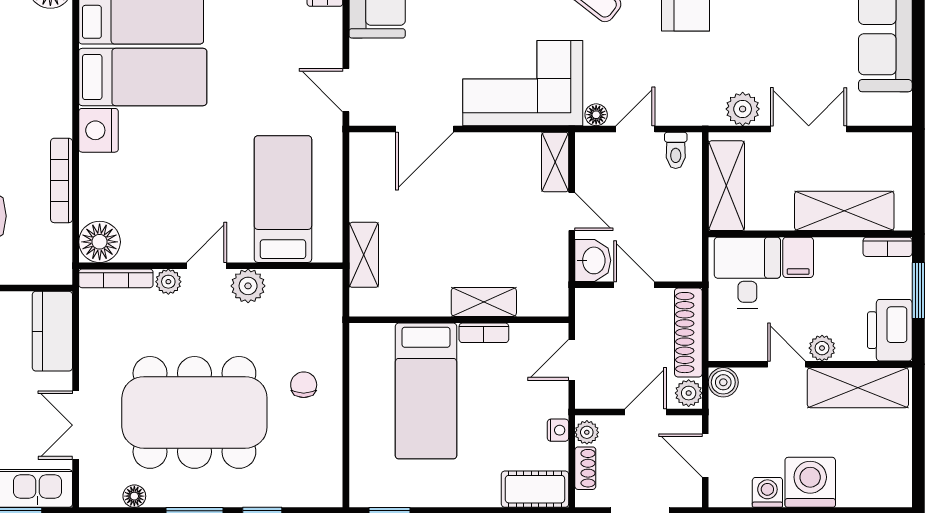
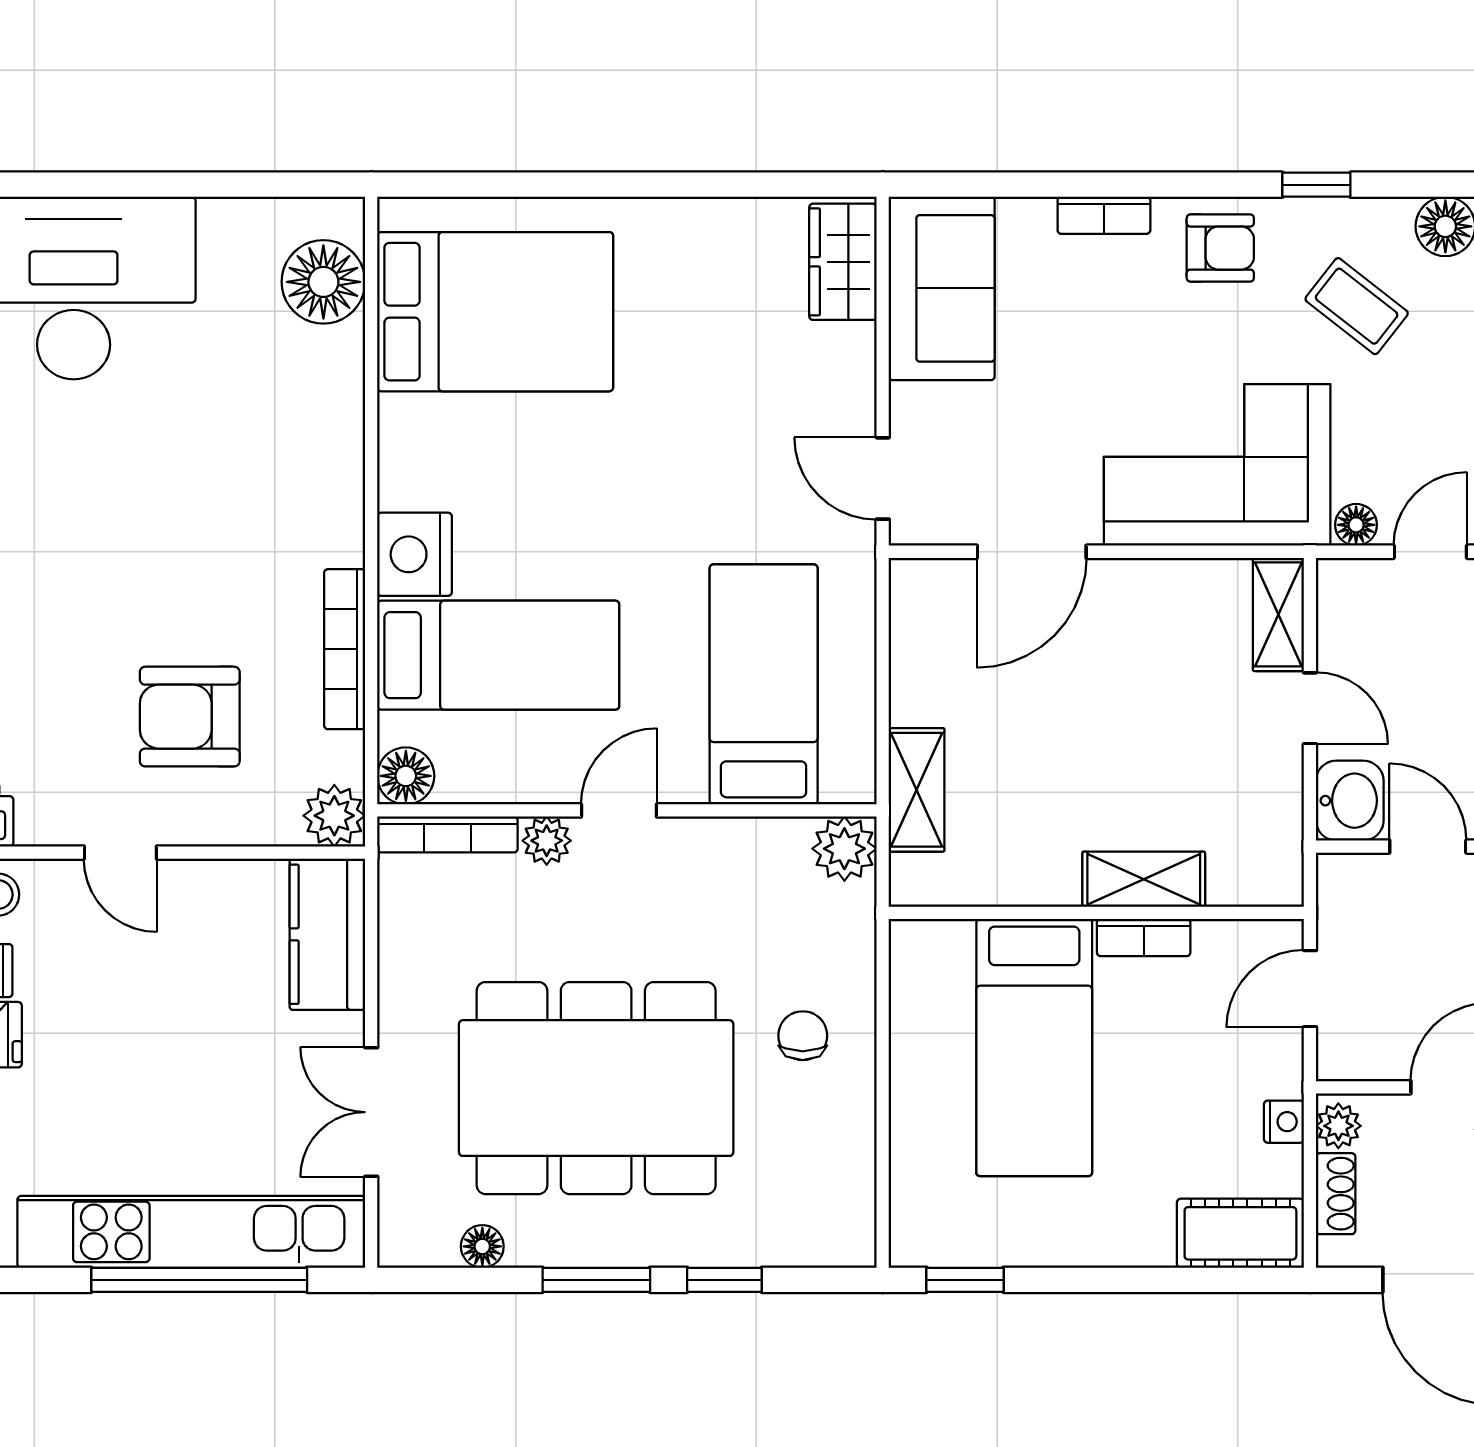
bed: (143, 77) -> (498, 655), moved
floor lamp: (100, 242) -> (406, 776), width x0.73, depth x0.73
plant: (56, 268) -> (334, 816), added
plant: (248, 286) -> (844, 849), moved

